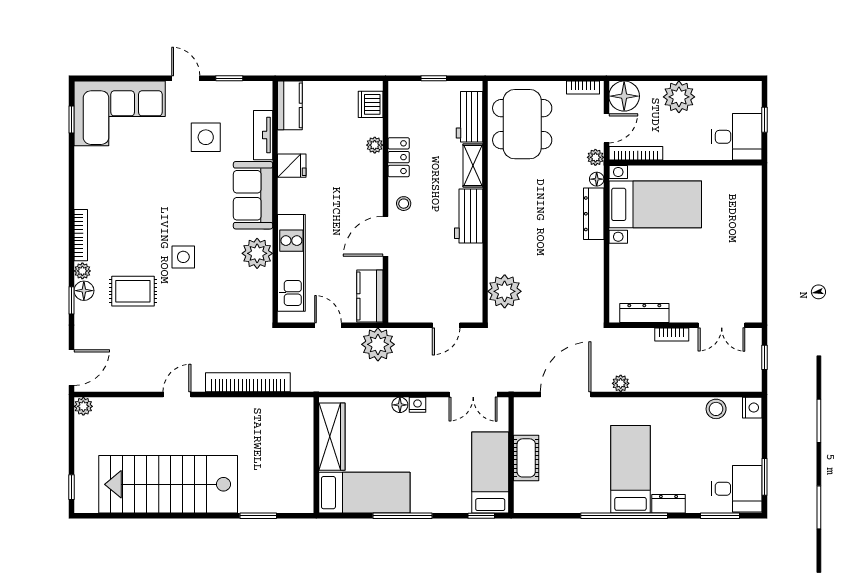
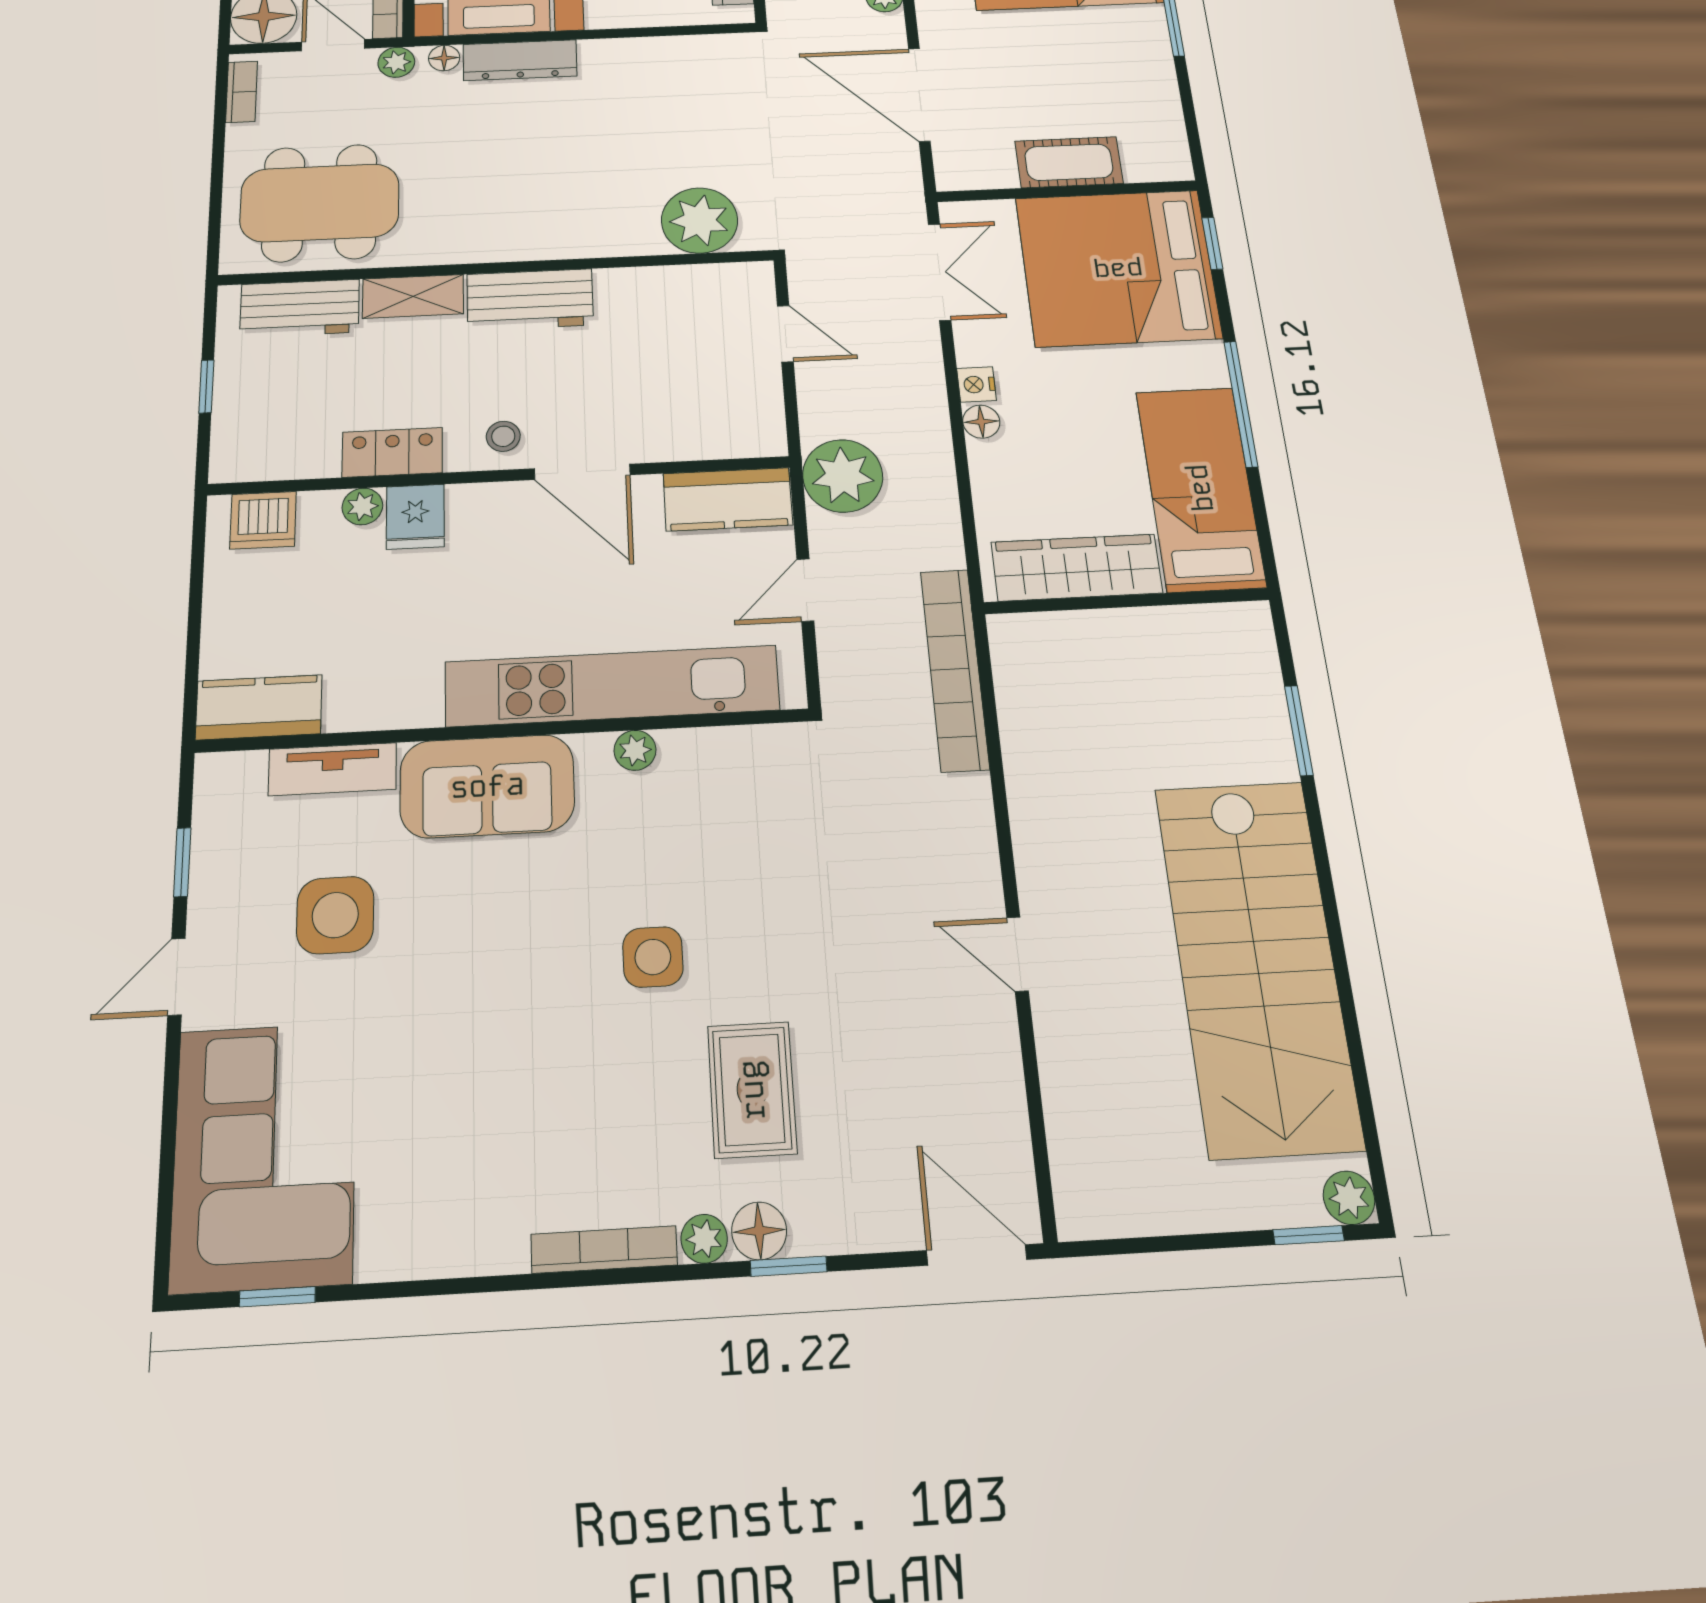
fridge: (292, 166) -> (415, 517), moved, turned 180
plant: (257, 253) -> (635, 750), width x0.53, depth x0.53
kitchen unit: (291, 263) -> (612, 686), width x1.36
bookcase: (248, 382) -> (955, 669), moved
plant: (83, 406) -> (1349, 1198), moved
bed: (490, 472) -> (1118, 268), width x2.04

